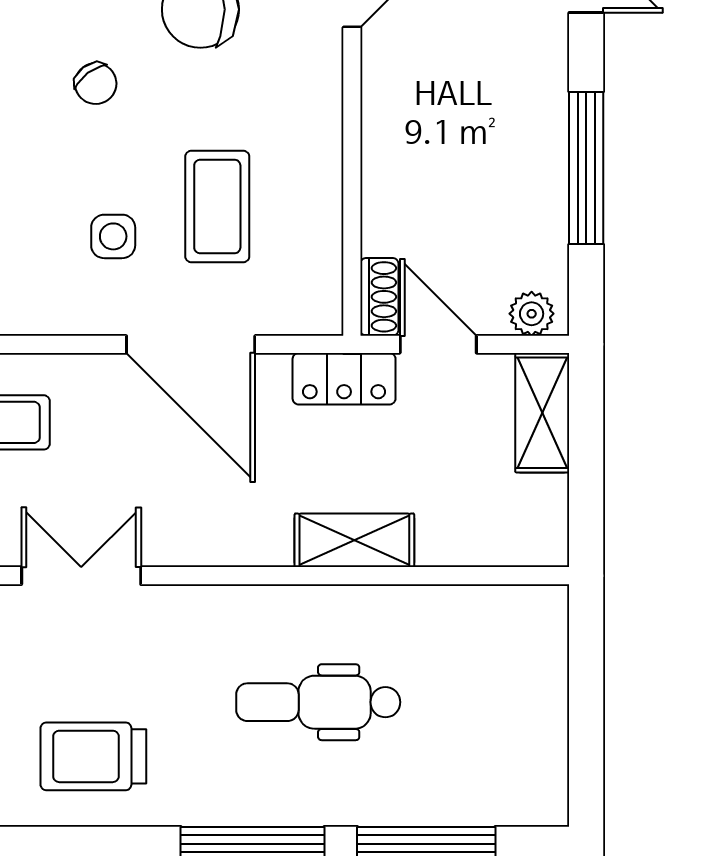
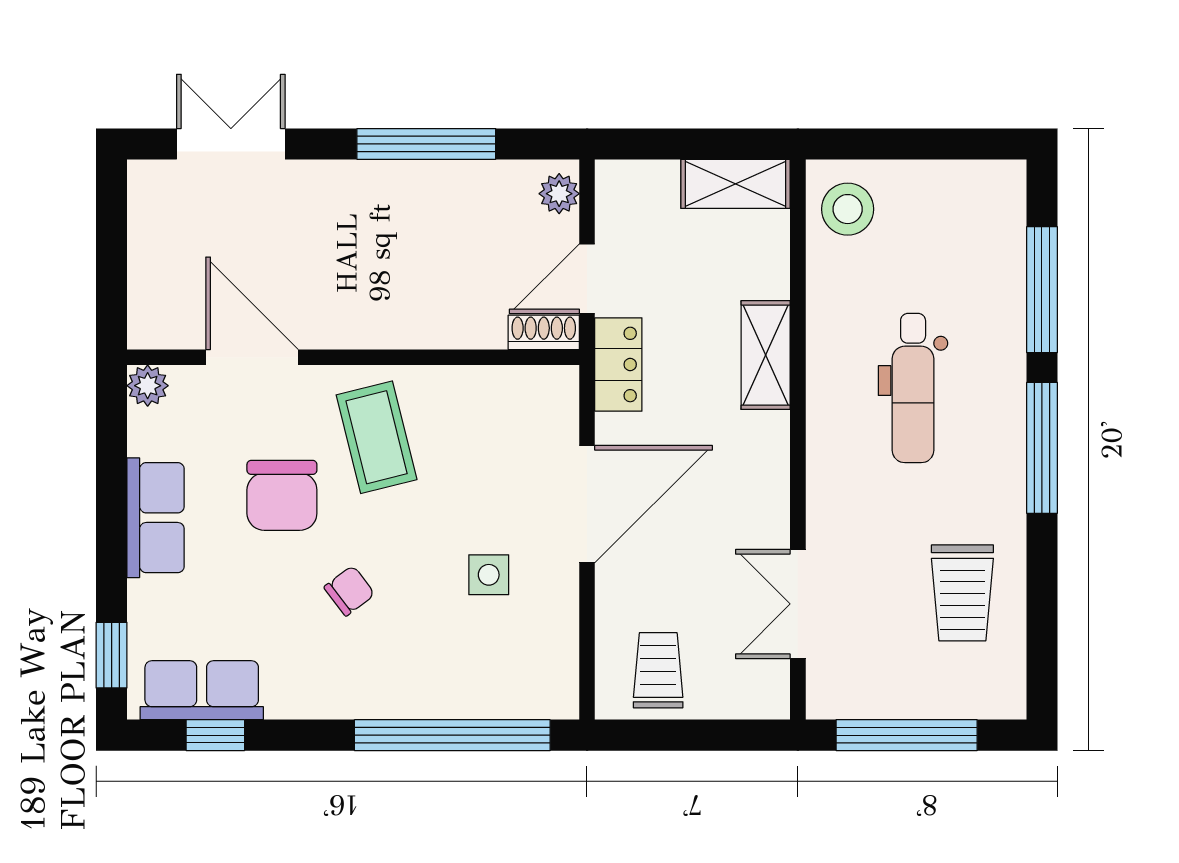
coffee table: (217, 207) -> (377, 437), moved, turned 76
shelving: (542, 413) -> (736, 184), moved
stool: (515, 630) -> (848, 209), added

